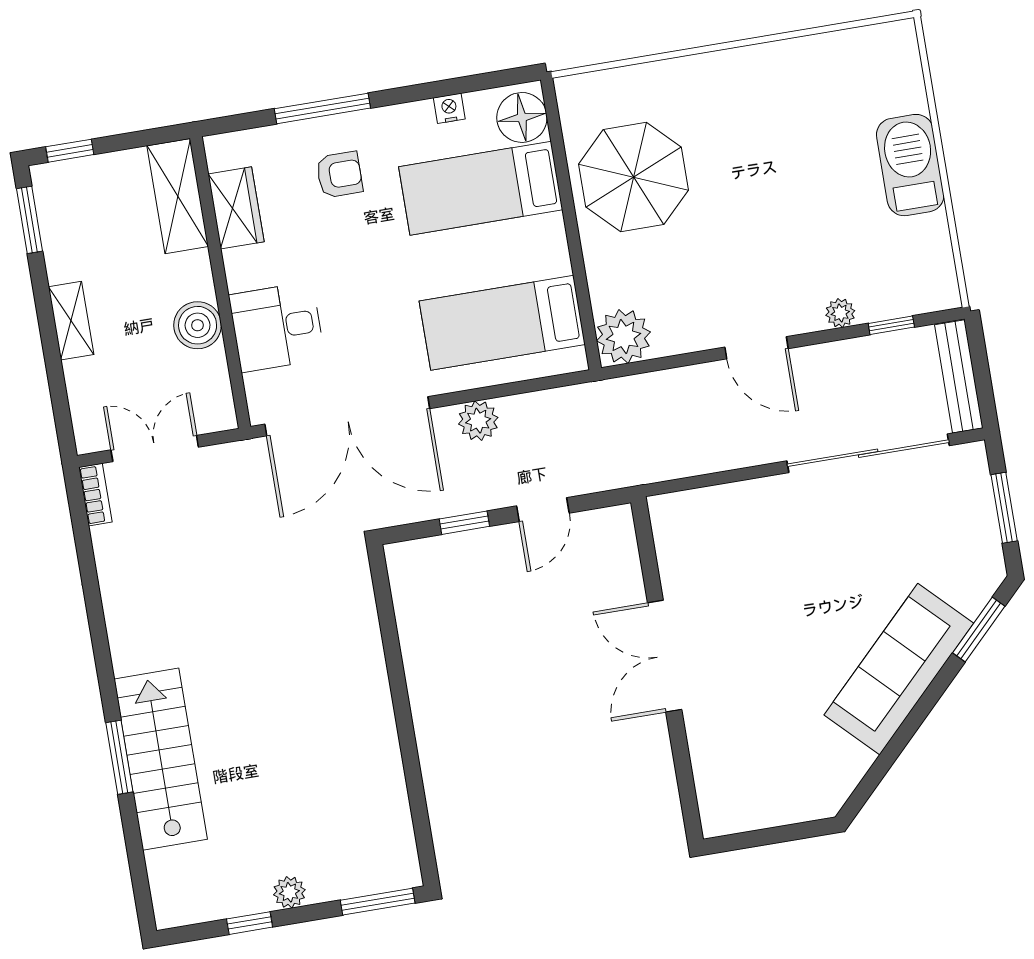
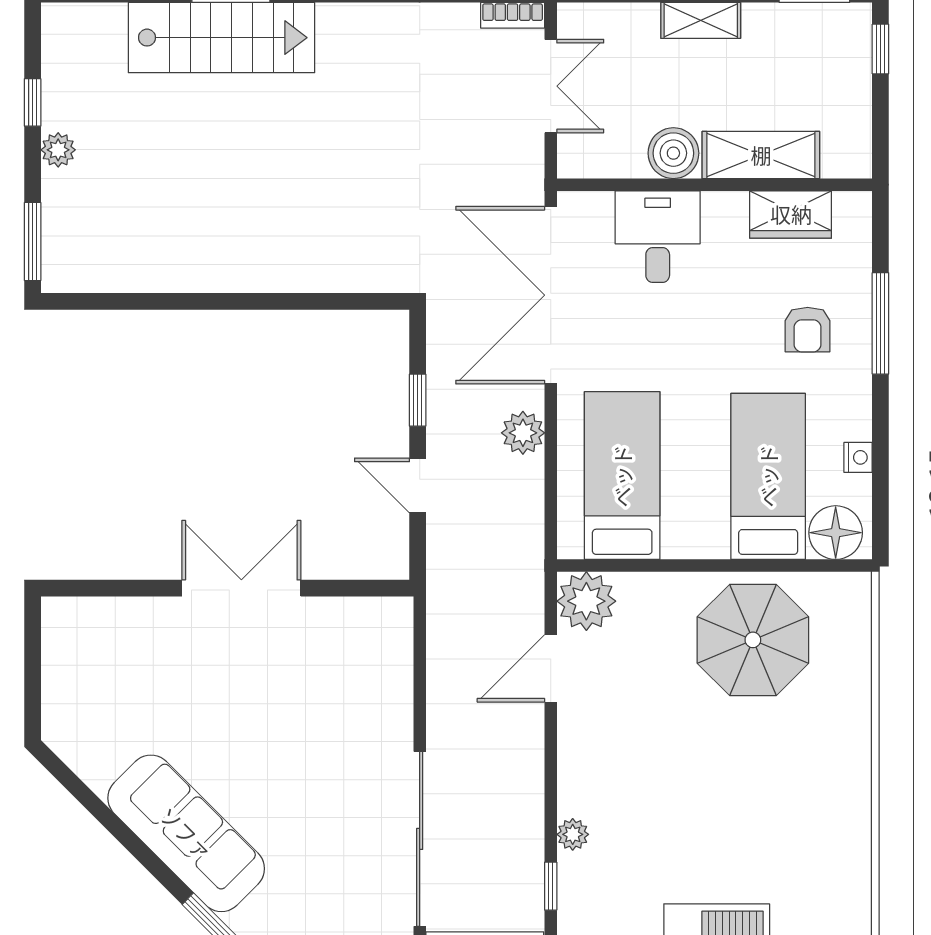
shelving: (178, 196) -> (761, 155), moved
door: (756, 348) -> (551, 668), moved

